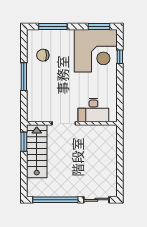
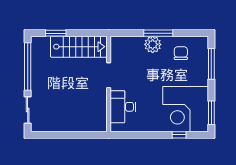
plant: (35, 82) -> (153, 44), added
window: (24, 142) -> (56, 33), moved

